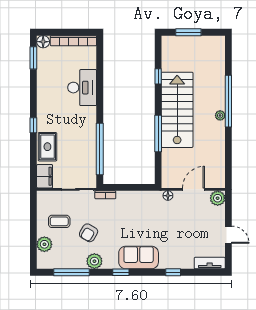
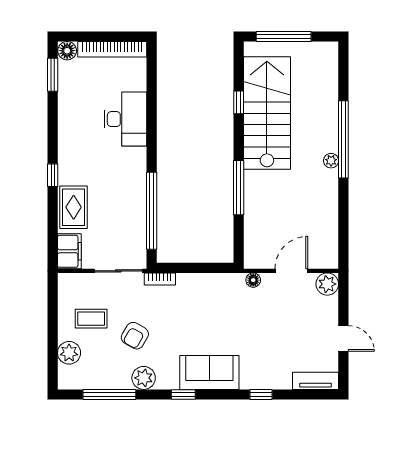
window: (188, 32) -> (284, 37), width x1.44
stairs: (177, 110) -> (267, 113), moved

